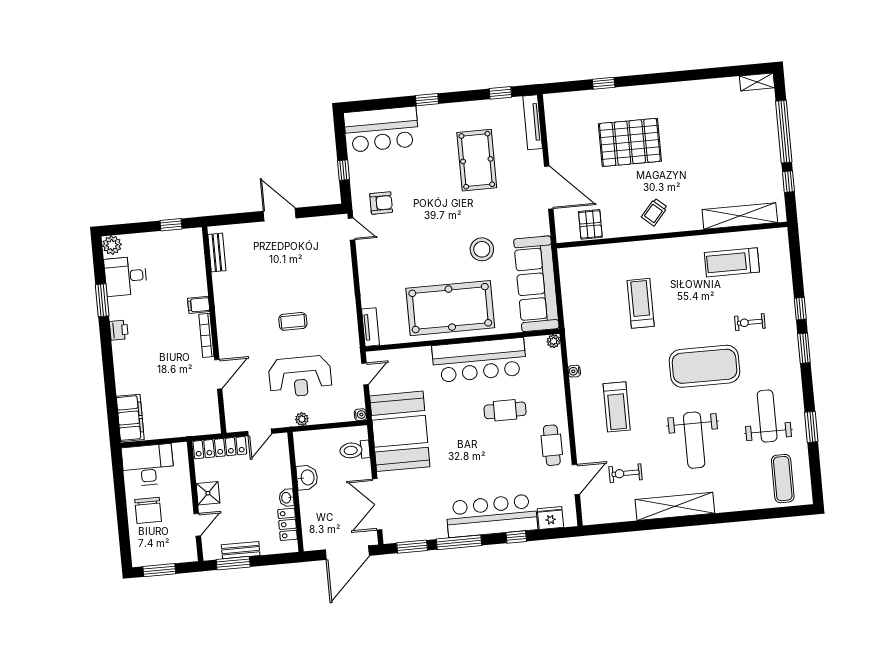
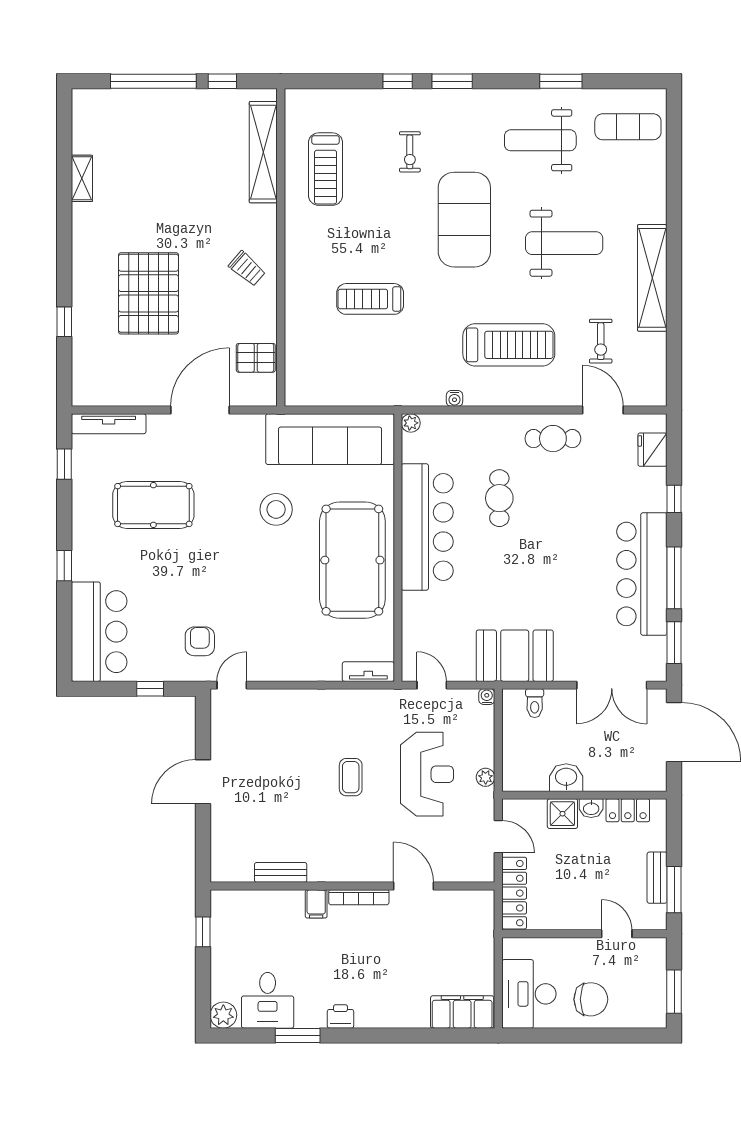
shelving: (757, 82) -> (82, 178), moved
bench: (217, 253) -> (281, 872), moved
treadmill: (617, 407) -> (509, 345), width x1.37, depth x1.37
booth: (400, 431) -> (515, 656), width x0.73, depth x0.70
toilet: (355, 450) -> (535, 703), width x0.73, depth x0.72
shower: (208, 493) -> (562, 814), moved
bar counter: (492, 516) -> (642, 574), moved

